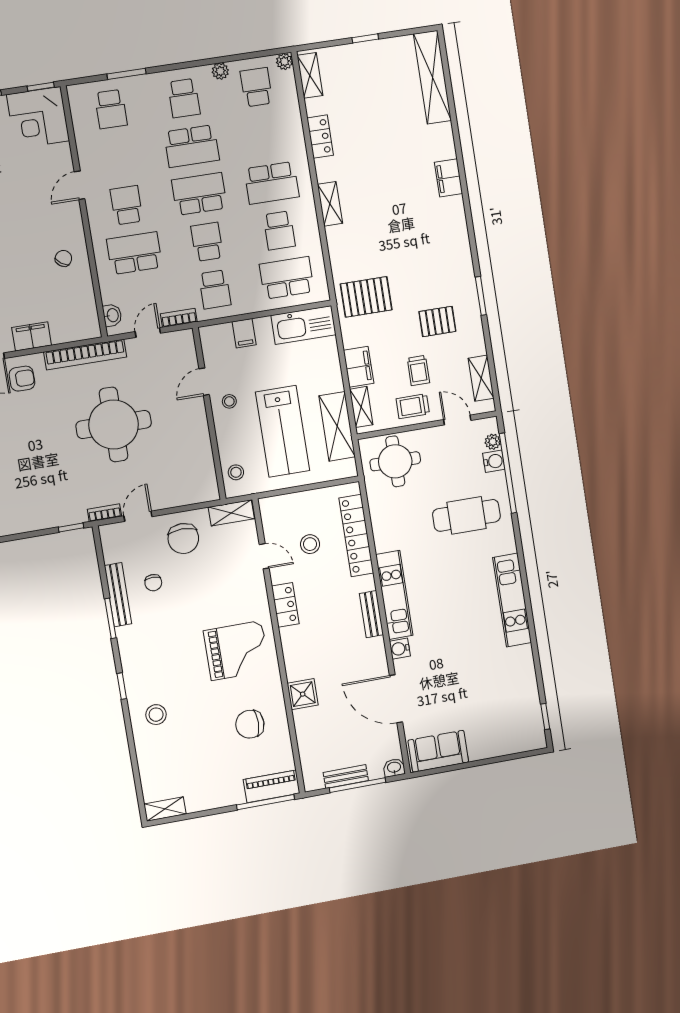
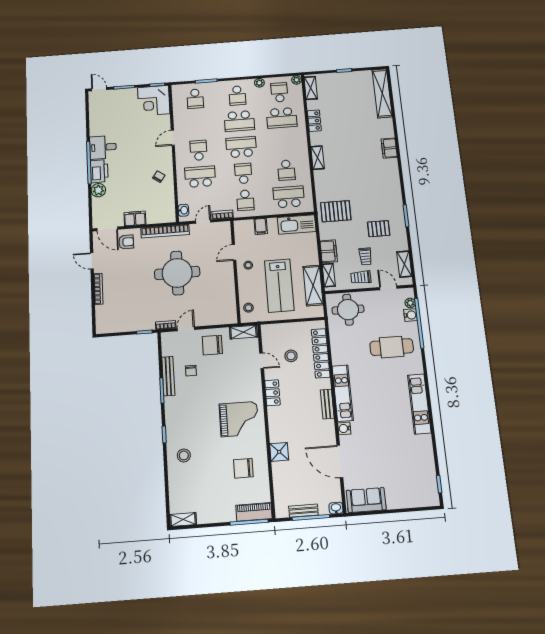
school desk: (272, 183) -> (282, 118), moved
chair: (183, 538) -> (212, 345), turned 90

